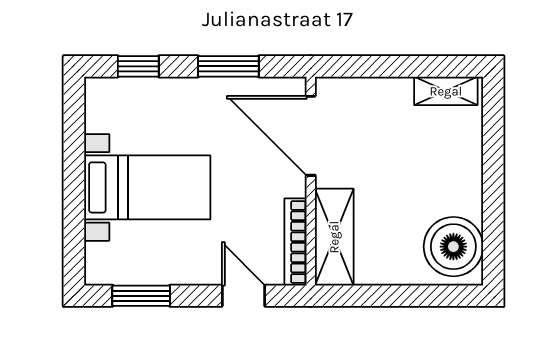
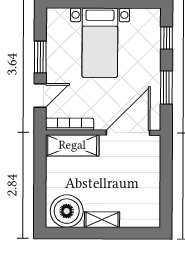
shelving: (446, 91) -> (102, 220), moved, turned 90
window: (141, 296) -> (40, 57), moved

